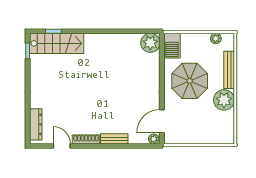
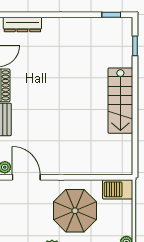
stairs: (57, 43) -> (120, 101), moved
plant: (150, 43) -> (121, 163), removed

